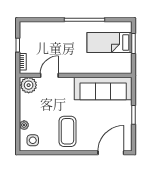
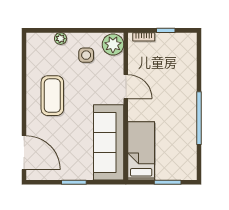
bed: (109, 42) -> (141, 151), moved
door: (49, 75) -> (126, 87), moved
coffee table: (67, 131) -> (52, 96), turned 90
side table: (33, 140) -> (86, 55), moved

